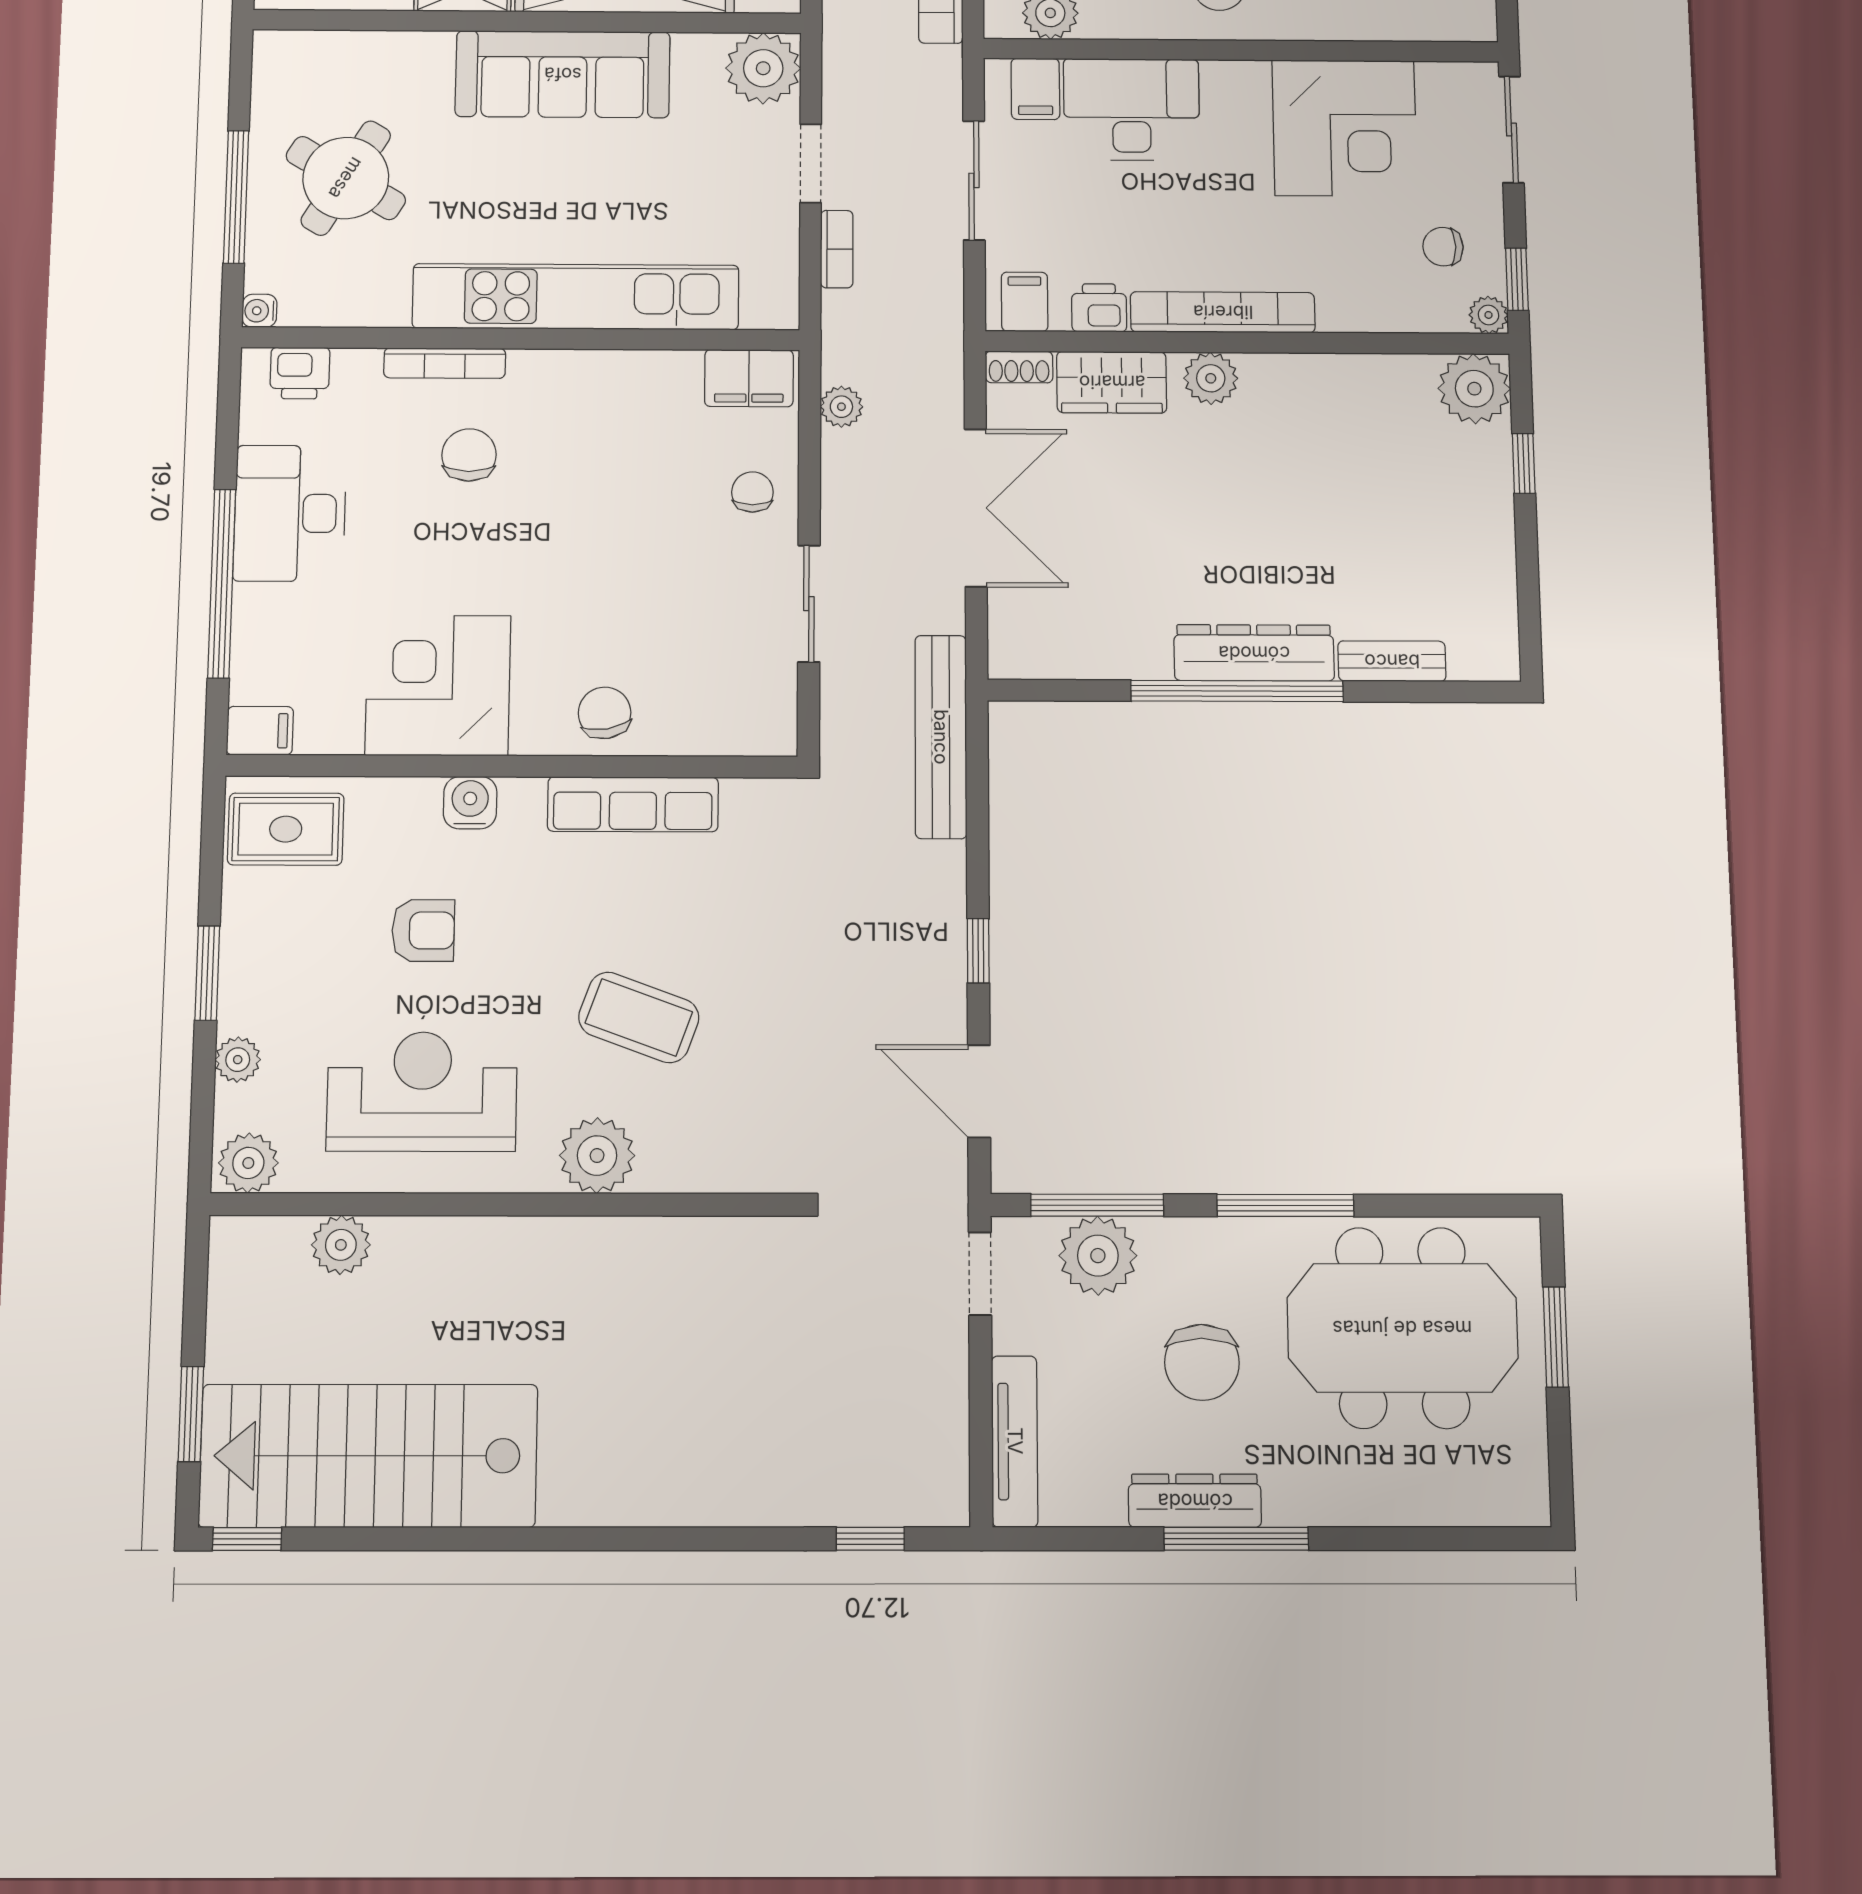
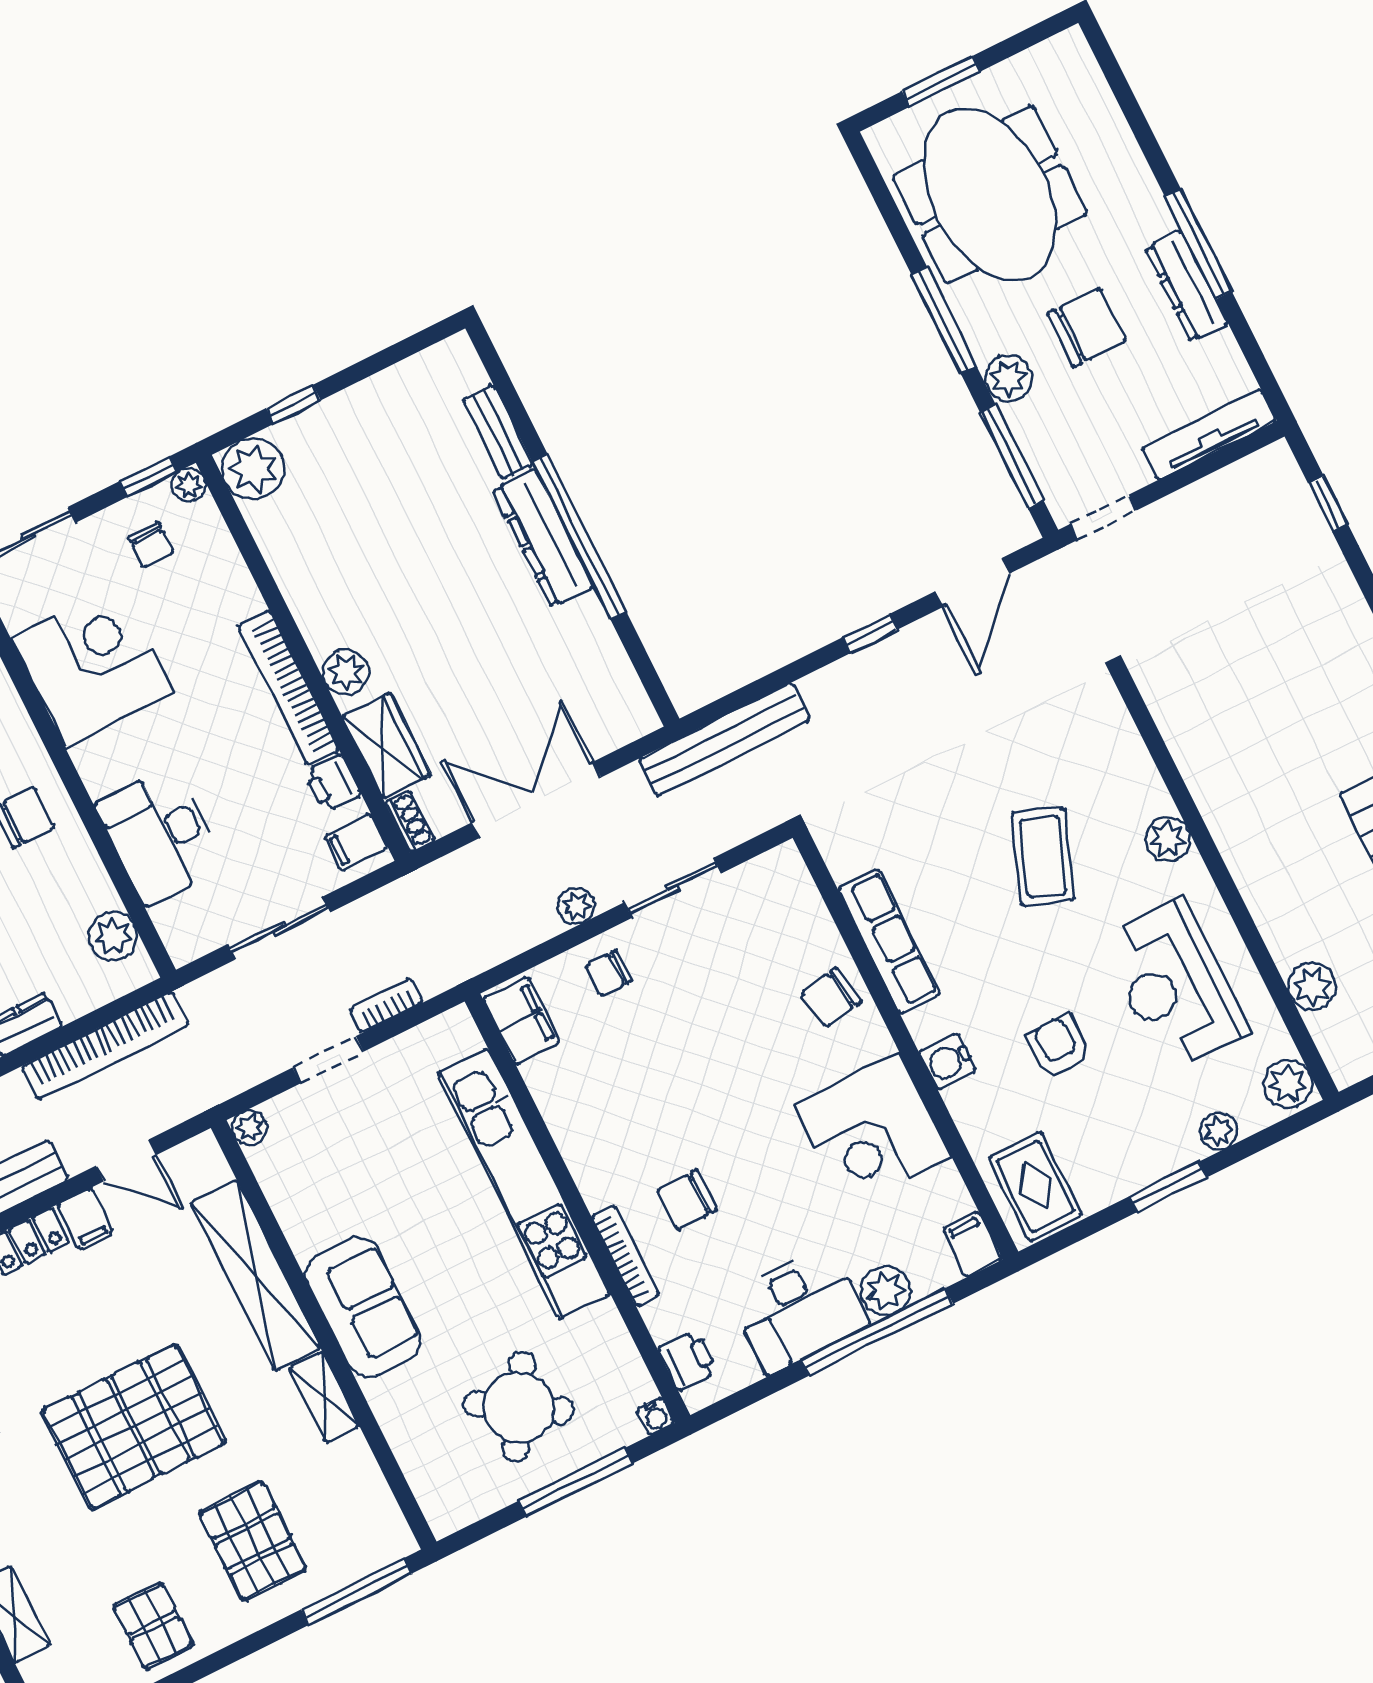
plant: (763, 68) -> (250, 1128), width x0.53, depth x0.53
sofa: (563, 74) -> (363, 1307), width x0.73
filing cabinet: (1035, 89) -> (181, 918), removed
plant: (841, 407) -> (576, 906), moved
plant: (261, 614) -> (886, 1291), added
plant: (597, 1156) -> (1168, 839), width x0.73, depth x0.73
plant: (1098, 1256) -> (1008, 378), moved, width x0.73, depth x0.73

